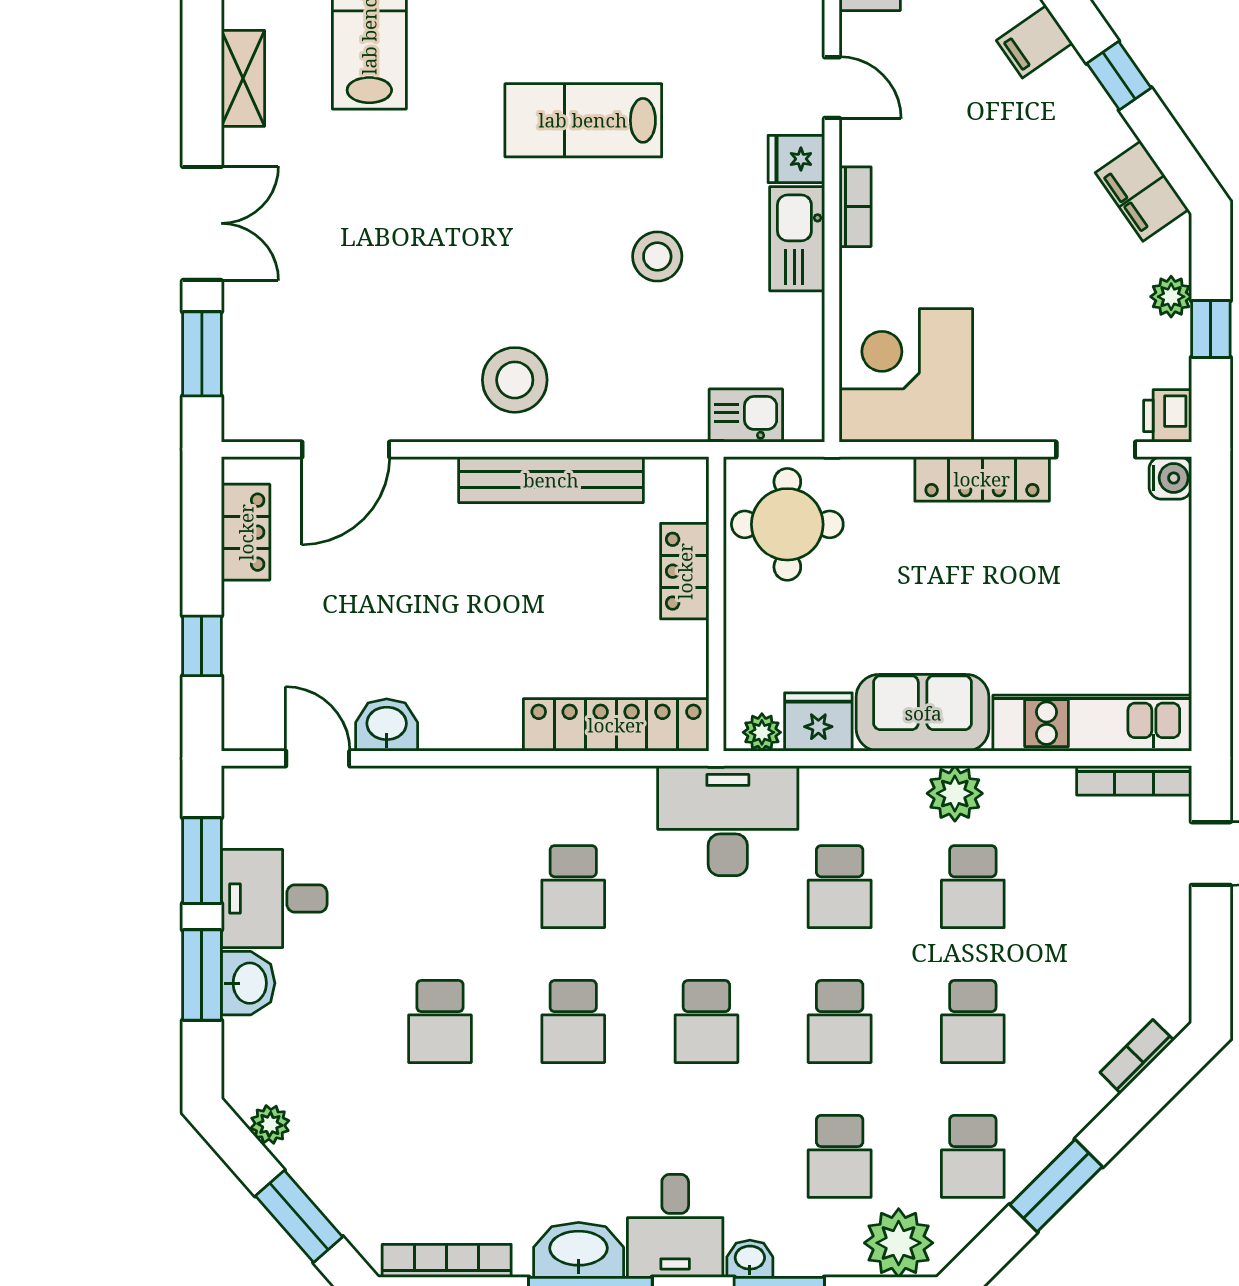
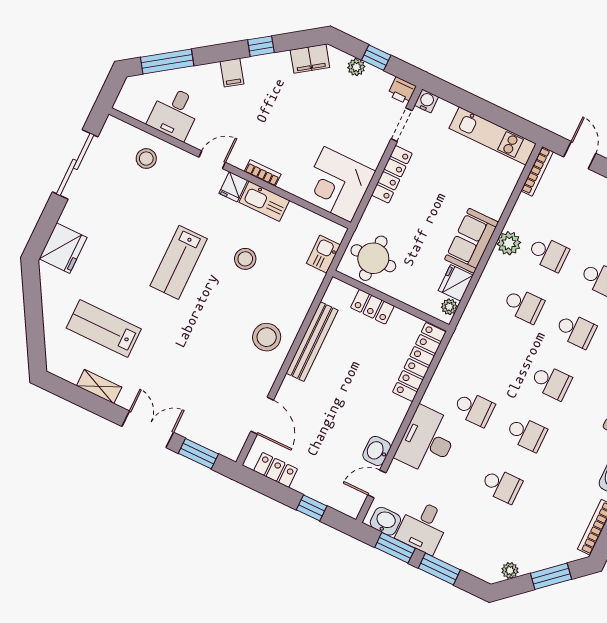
kitchen unit: (1092, 723) -> (493, 136), moved, turned -90
desk: (728, 821) -> (427, 441), moved
washbasin: (248, 983) -> (385, 521), moved

